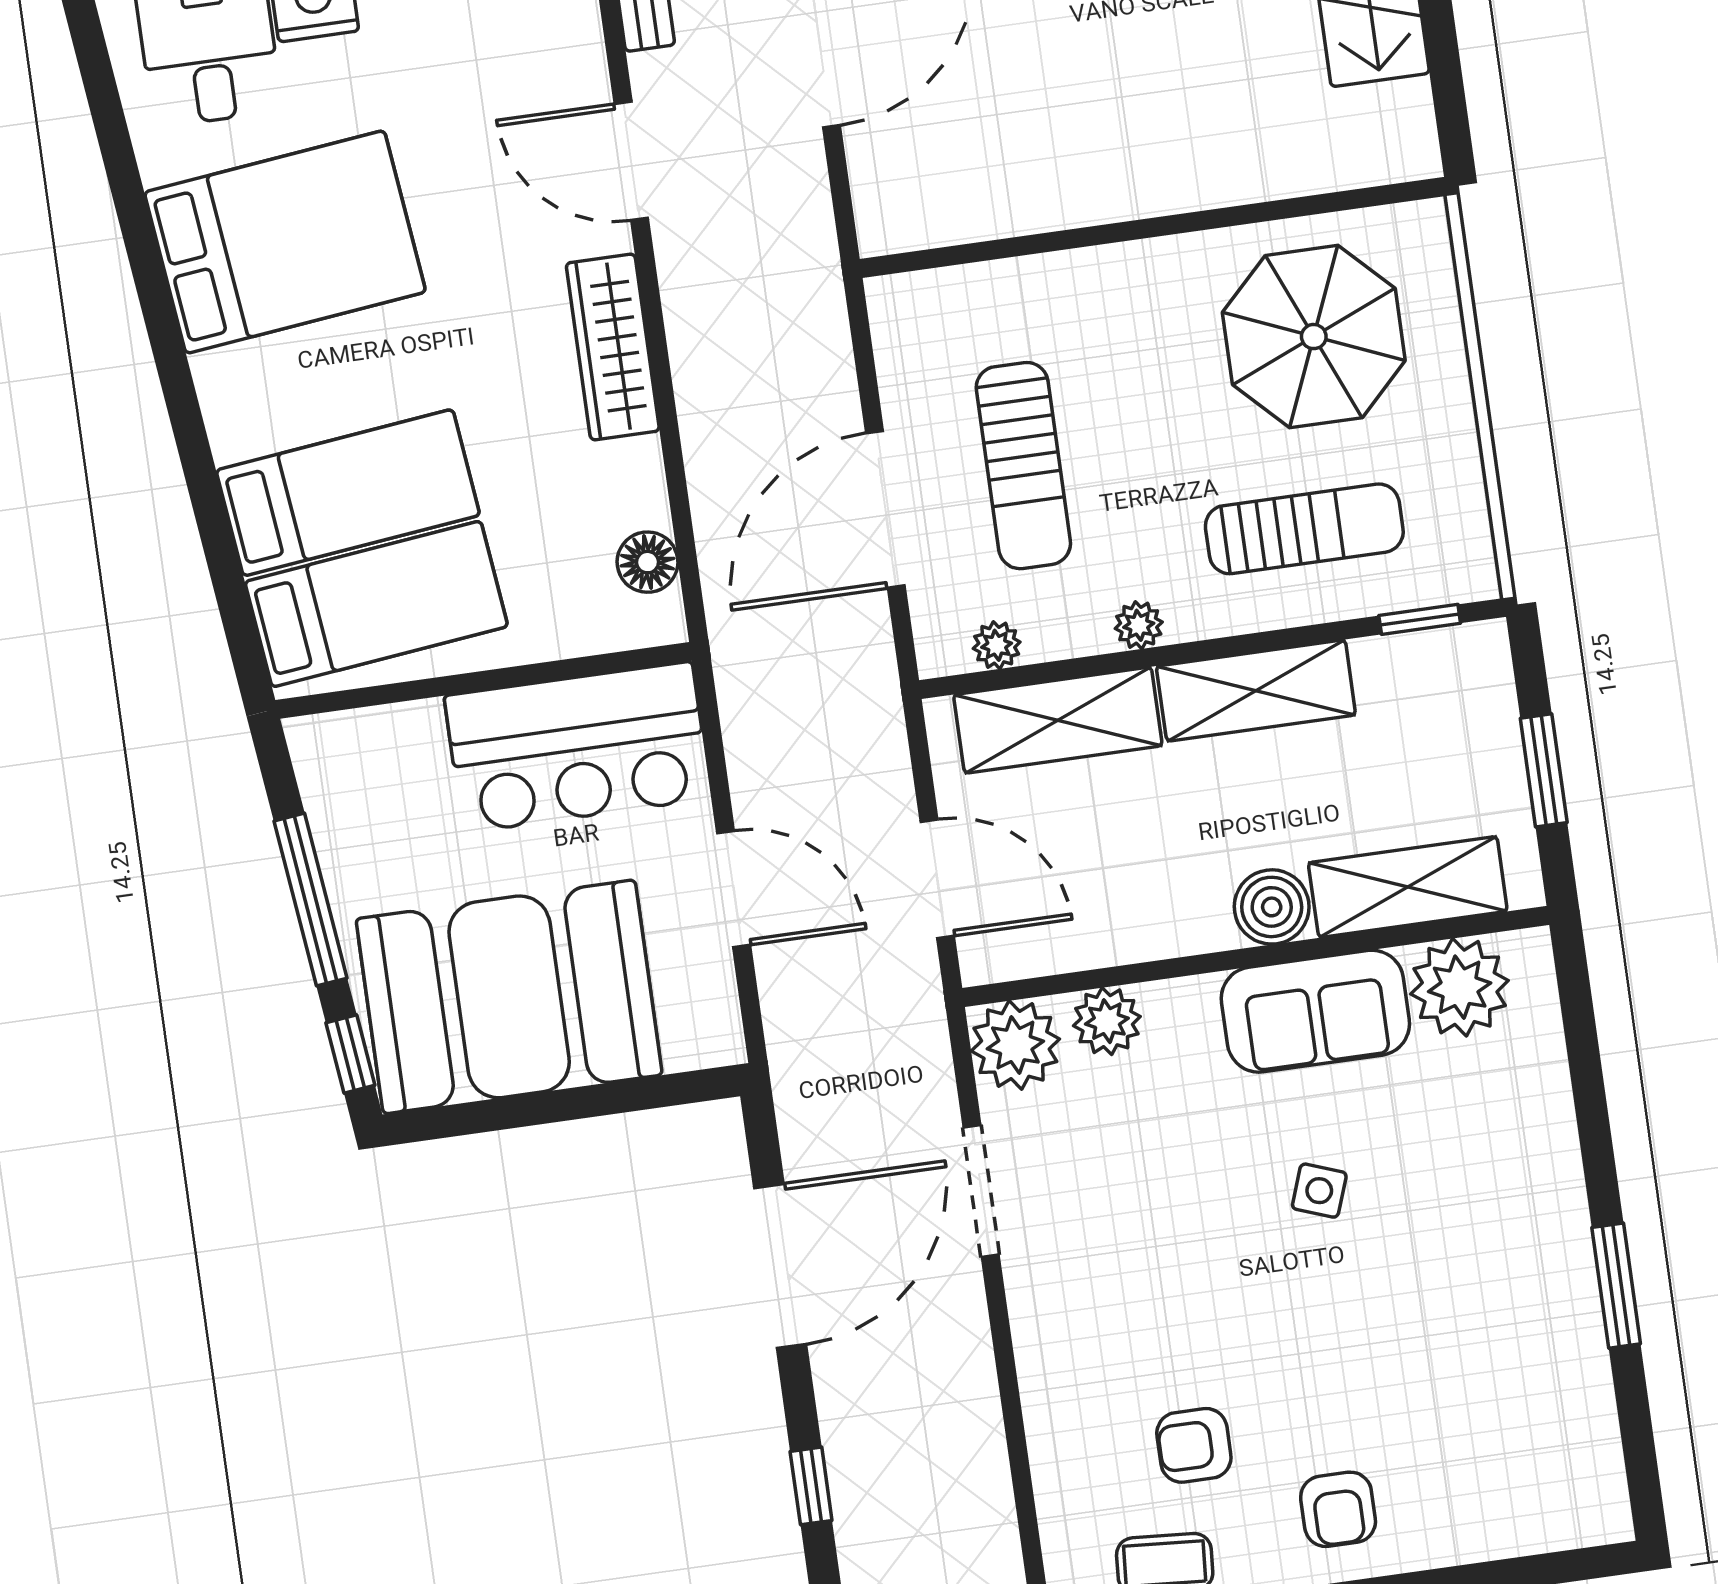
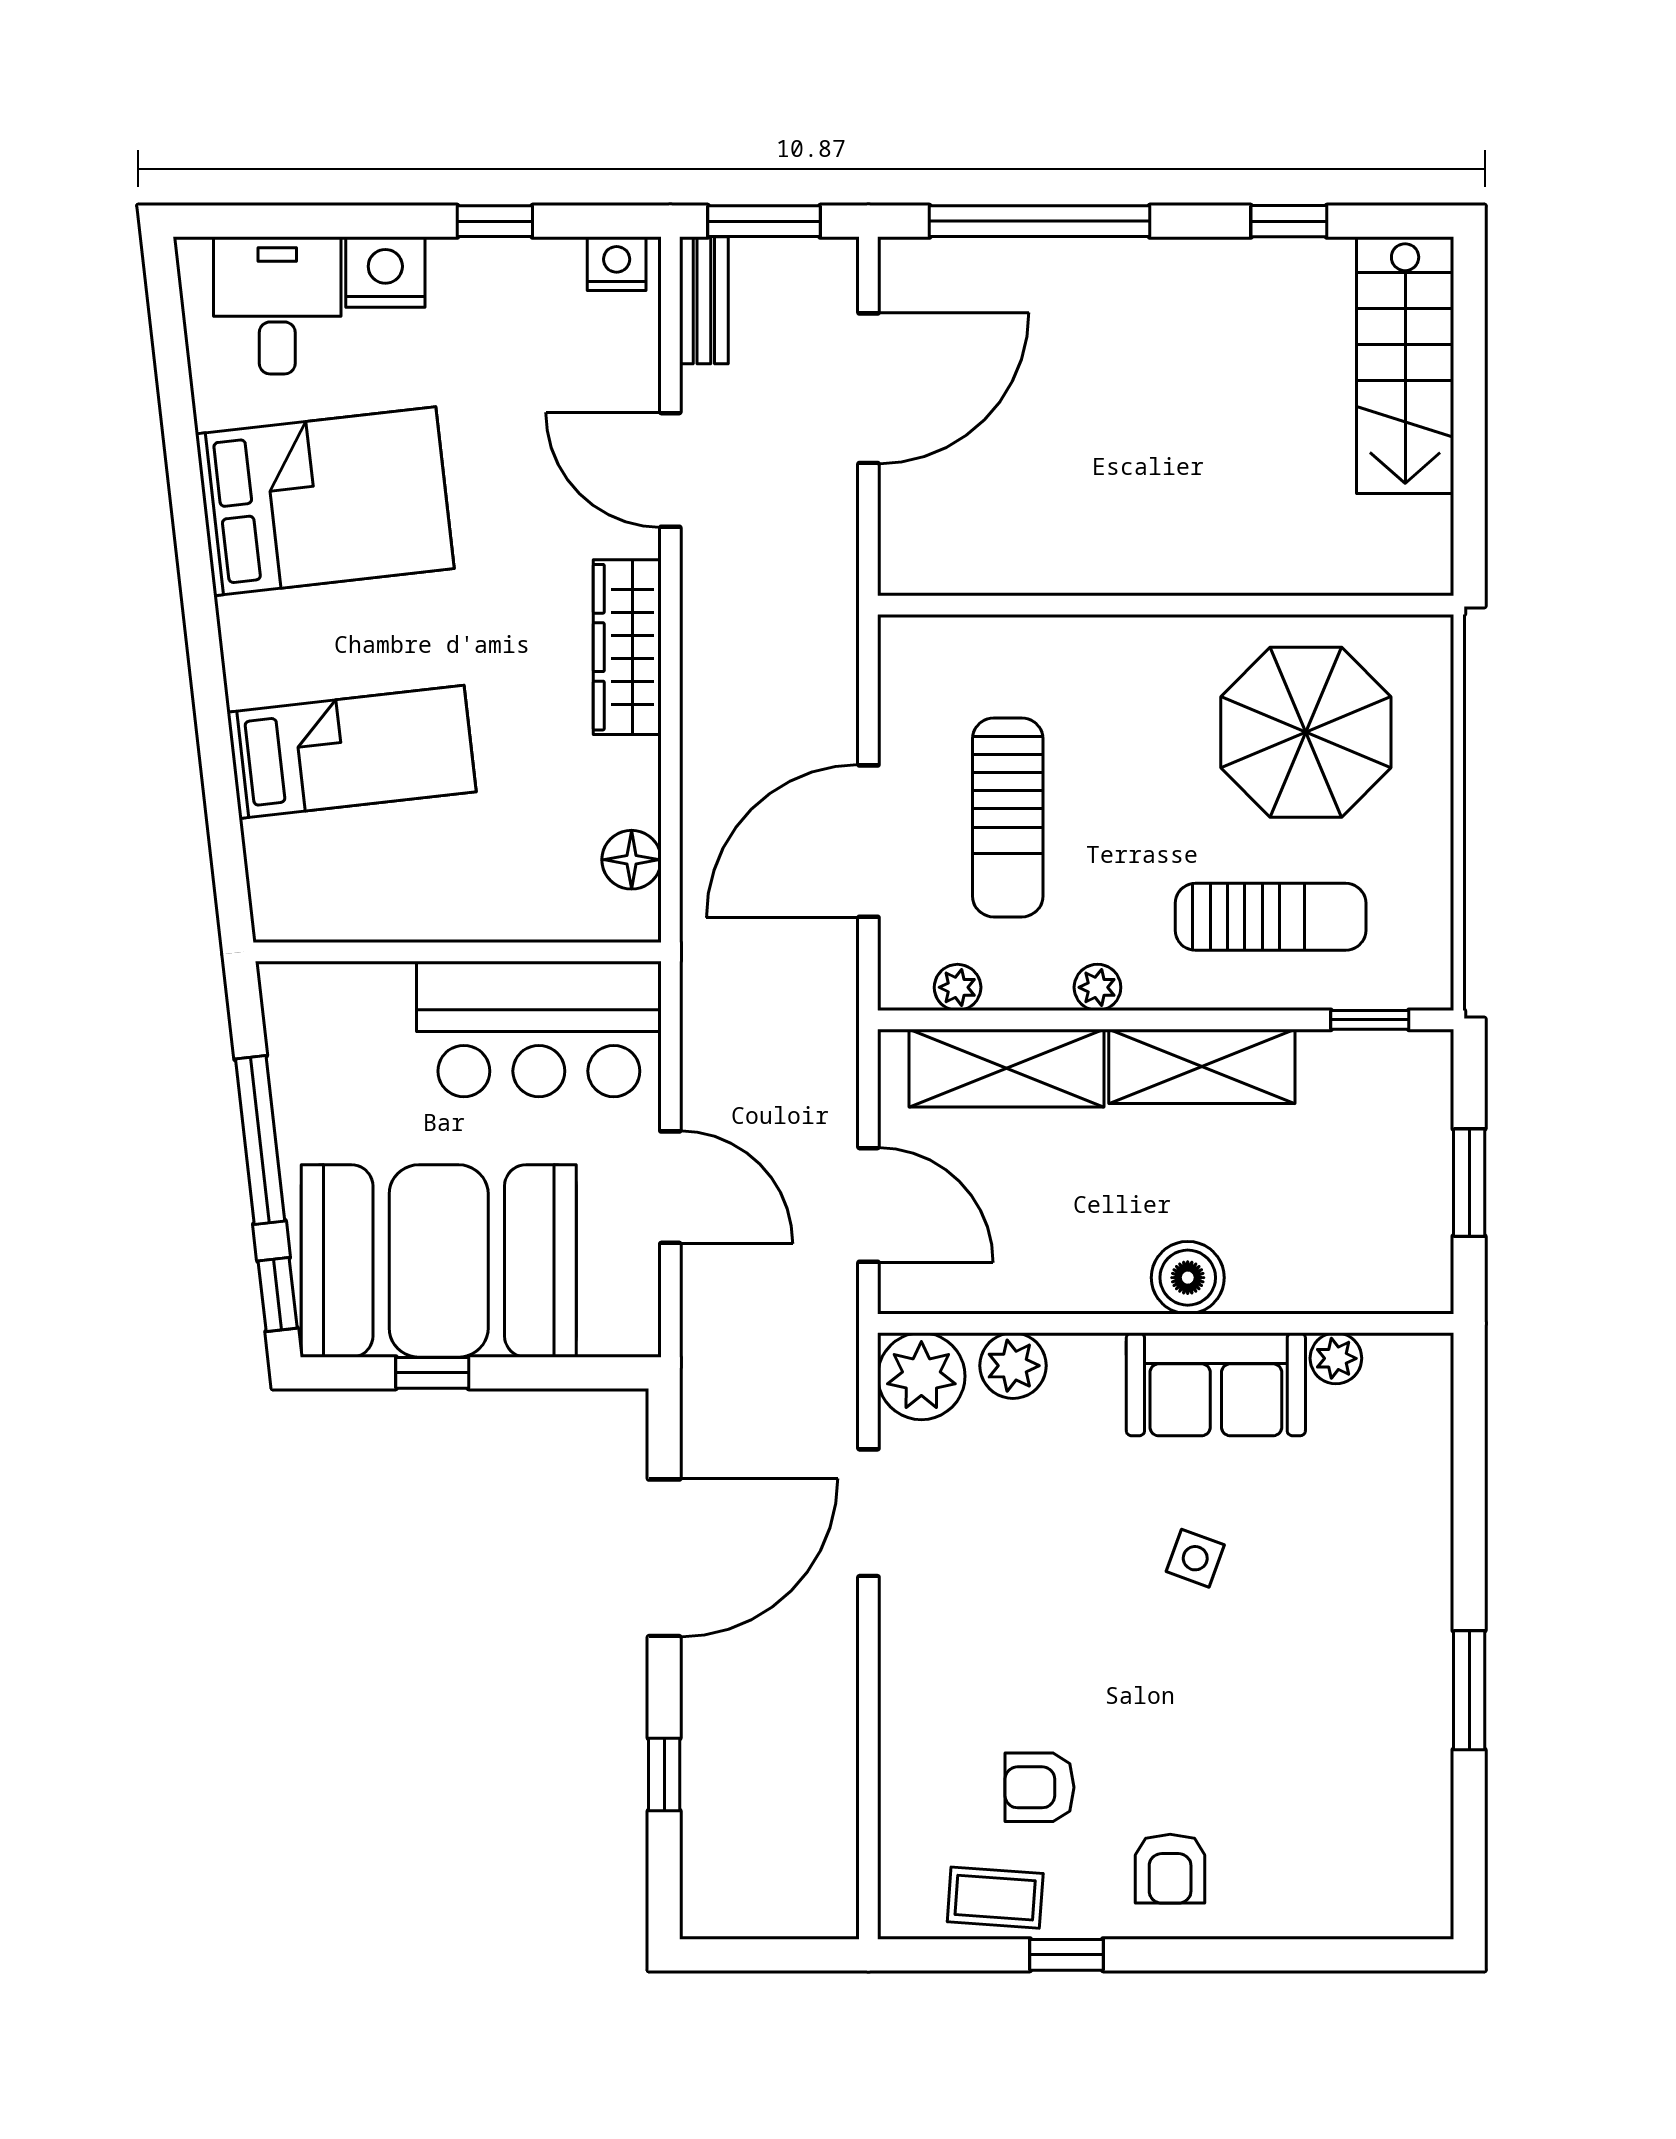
bed: (376, 604) -> (364, 863), removed
shelving: (1408, 887) -> (1322, 1277), removed
plant: (1460, 987) -> (1336, 1358), width x0.53, depth x0.53
window: (518, 1111) -> (432, 1373), added

